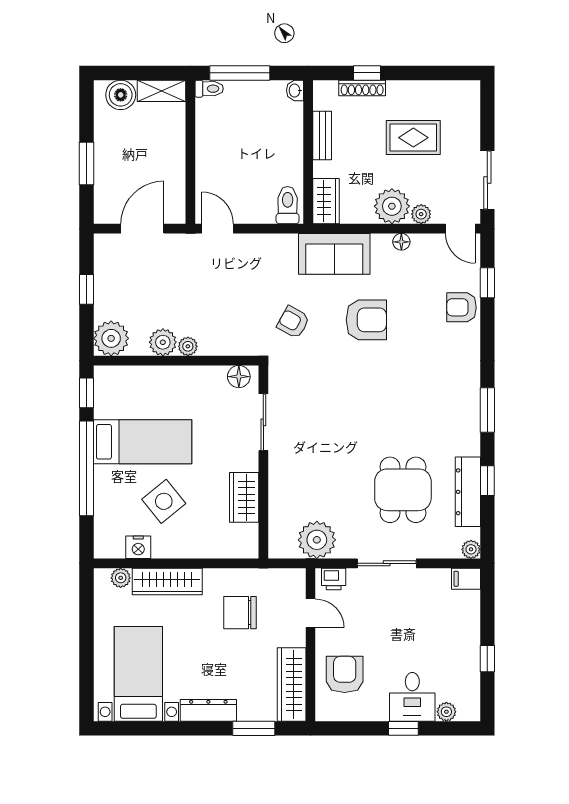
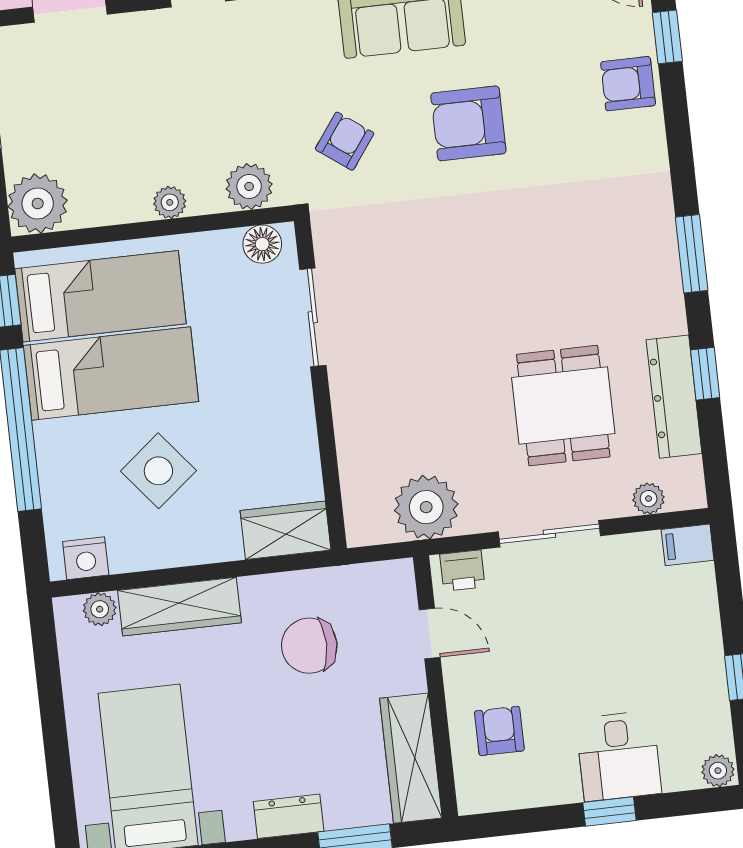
armchair: (366, 320) -> (468, 123), turned 180
armchair: (293, 322) -> (345, 141), turned 97
plant: (163, 342) -> (249, 186), moved
bed: (142, 396) -> (101, 296), added
wardrobe: (244, 497) -> (285, 530), moved, turned 90
nightstand: (138, 547) -> (86, 558), moved
plant: (471, 549) -> (649, 499), moved
armchair: (345, 674) -> (499, 731), width x0.72, depth x0.72
dresser: (208, 710) -> (289, 816), width x0.70
plant: (446, 712) -> (718, 771), moved

